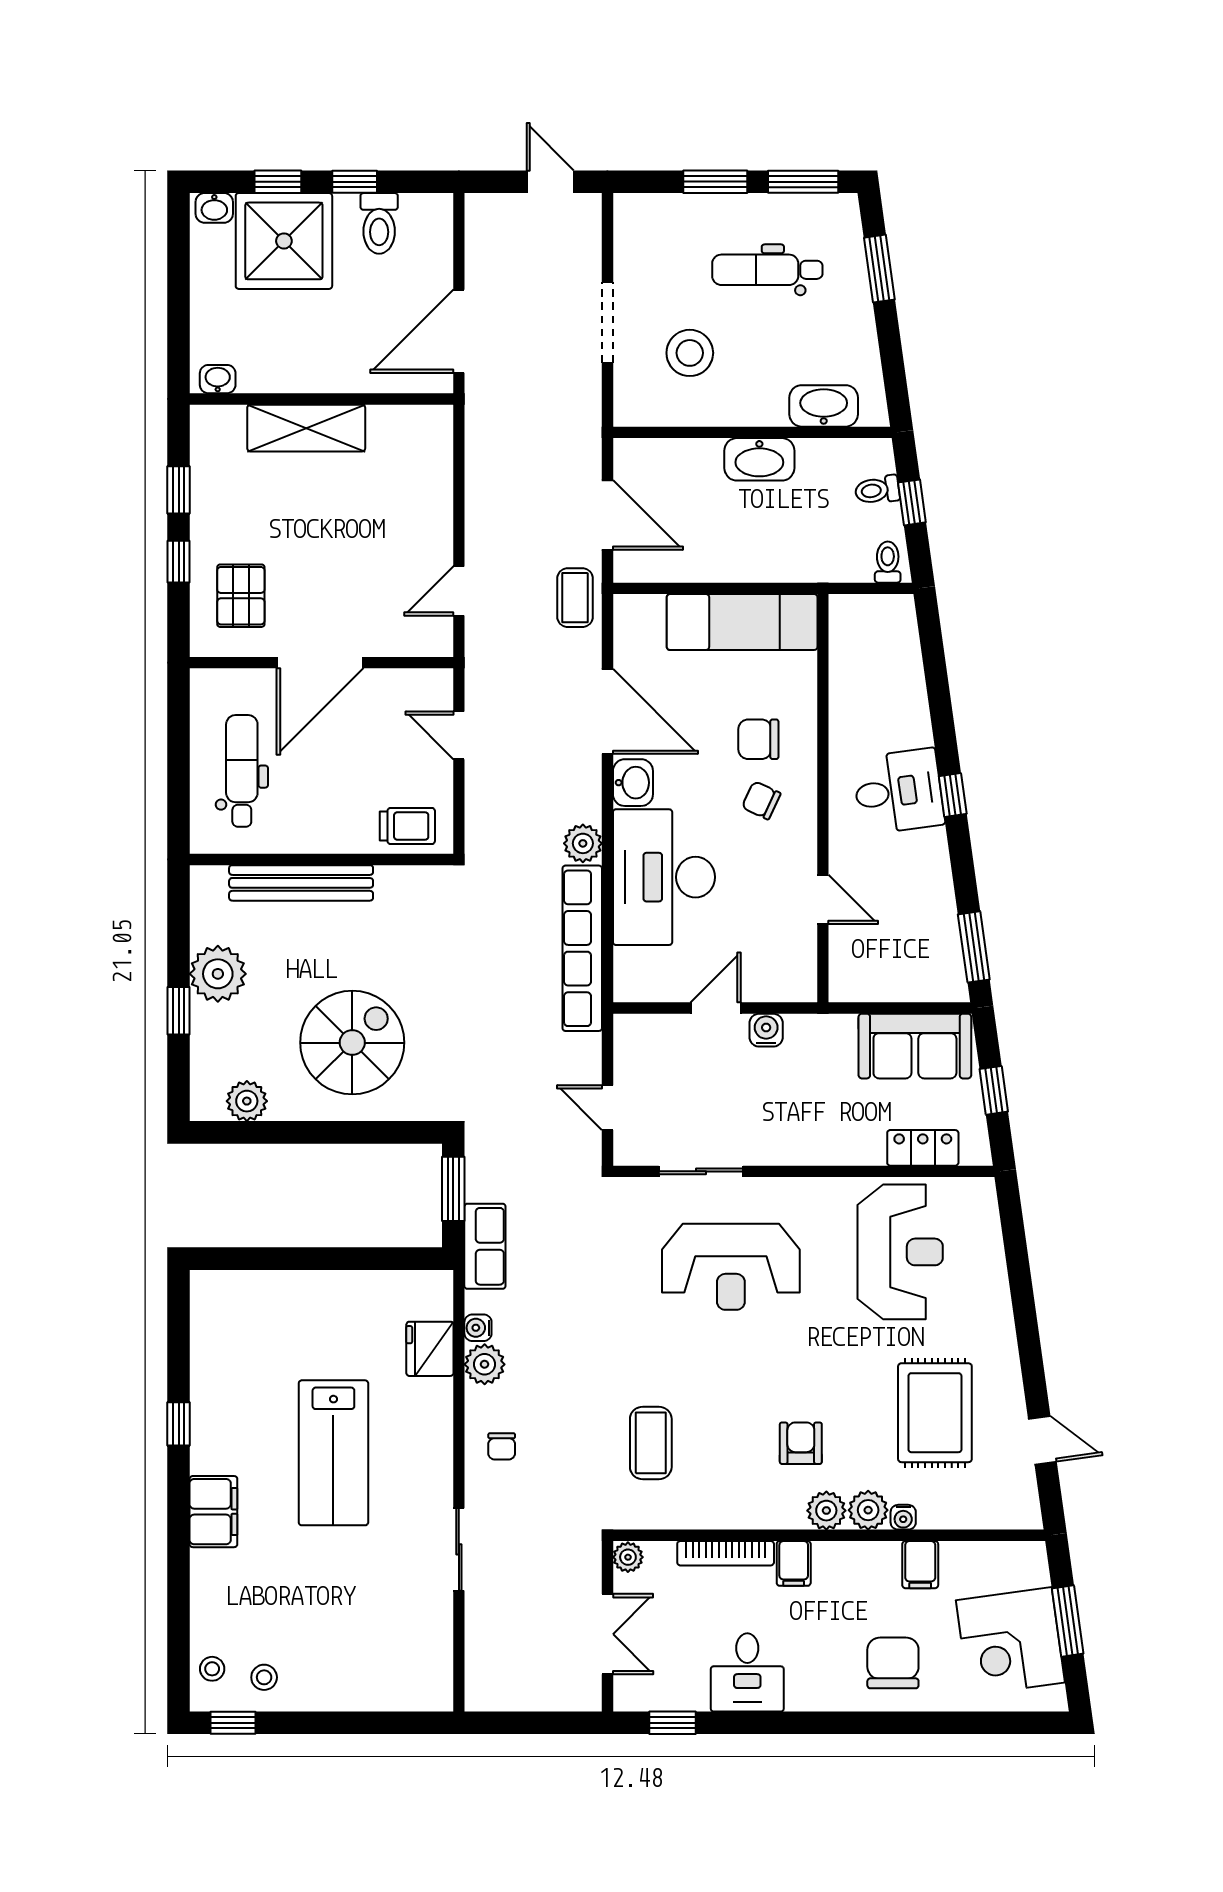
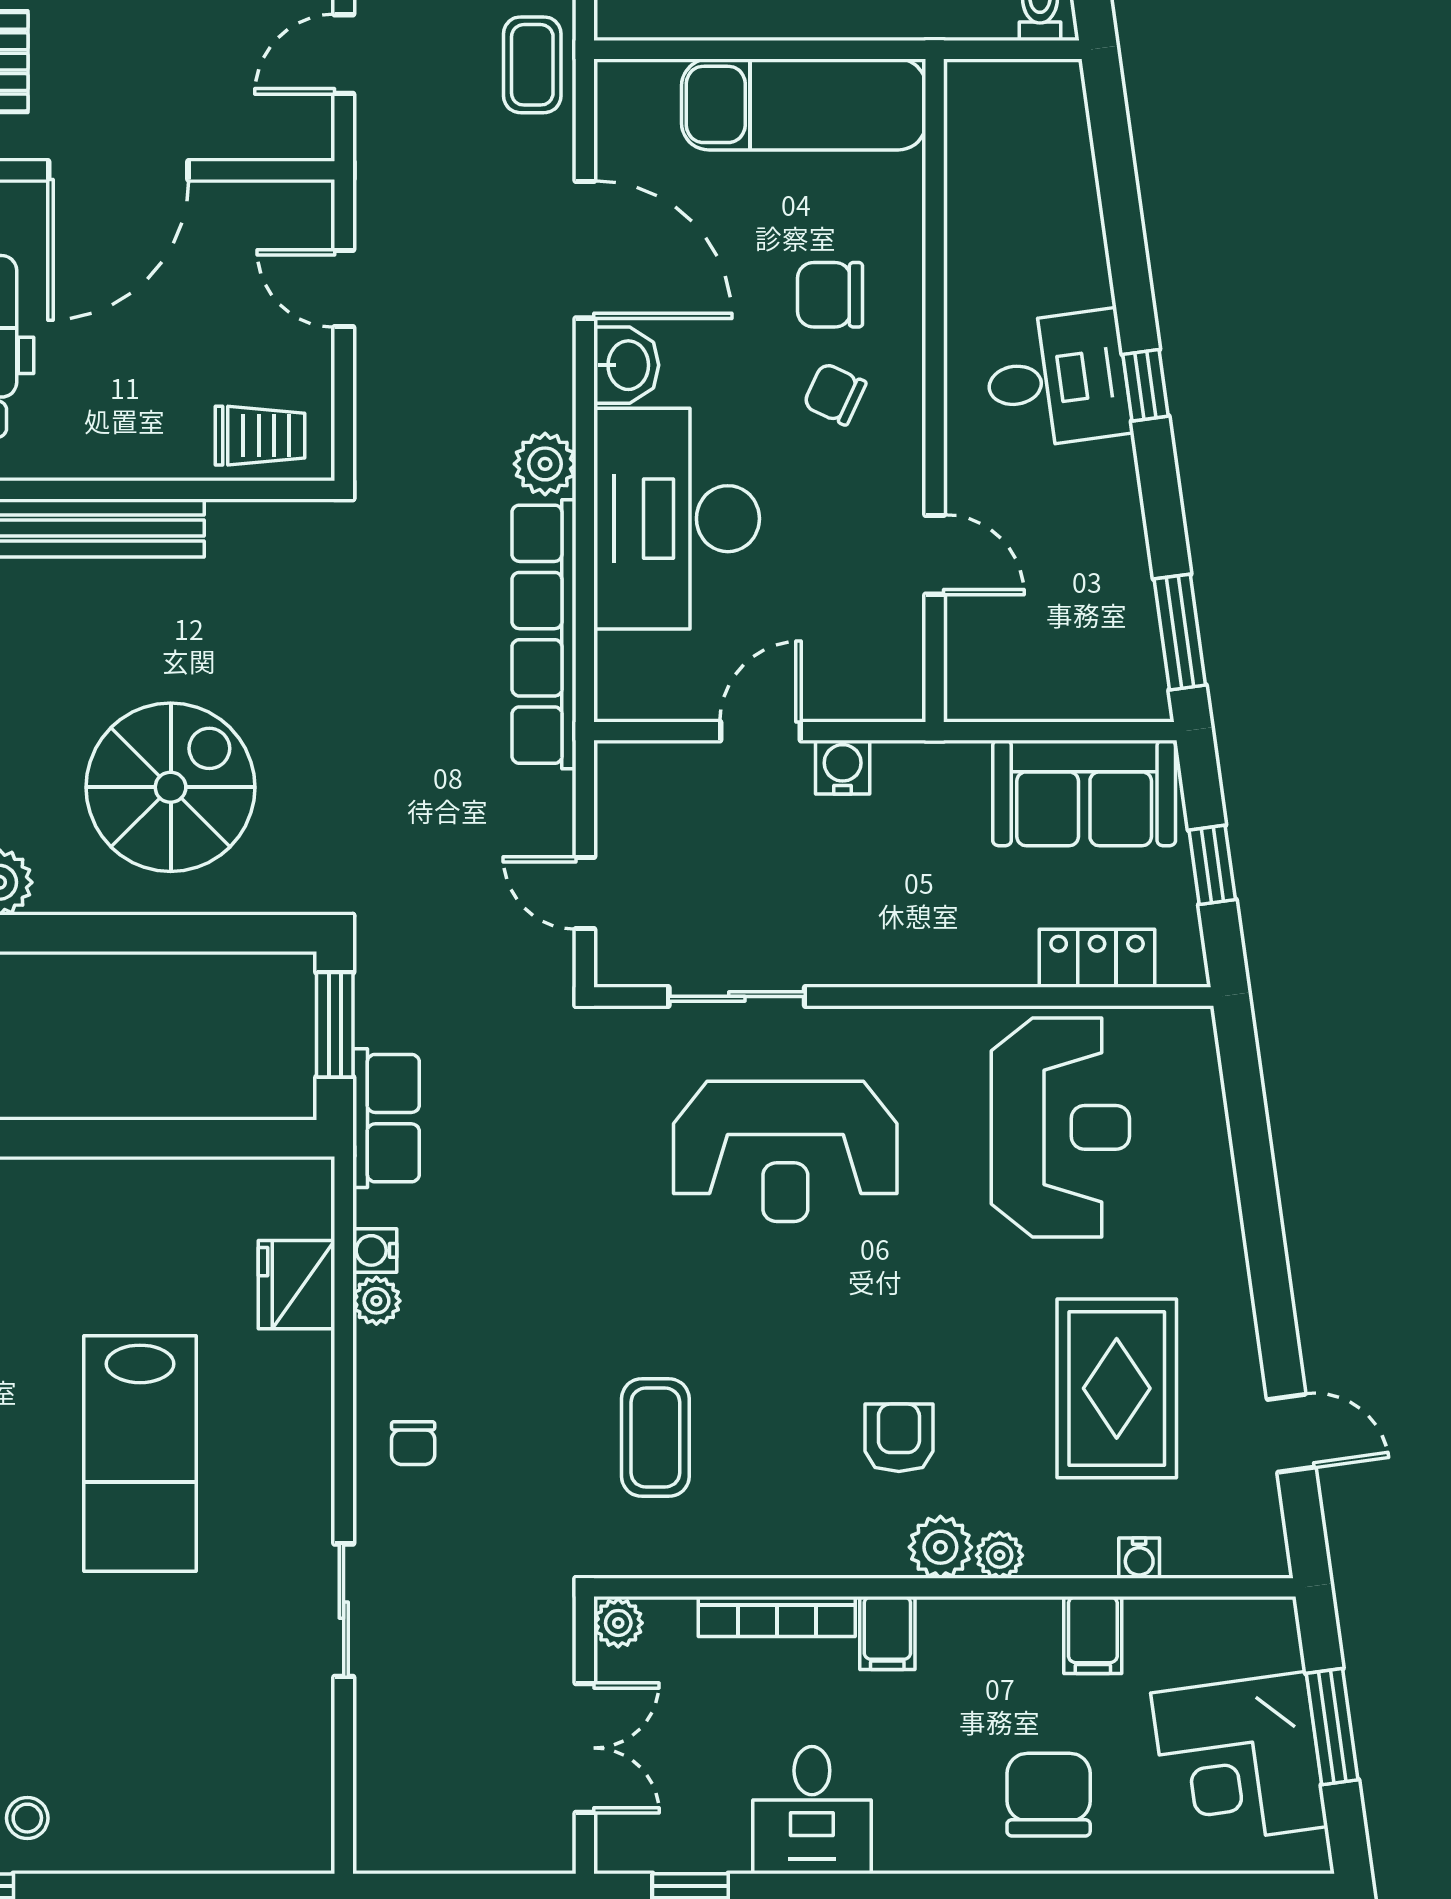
plant: (485, 1364) -> (376, 1301), width x0.73, depth x0.73
plant: (868, 1510) -> (1000, 1555), width x0.73, depth x0.73
water cooler: (903, 1517) -> (1139, 1558), moved

